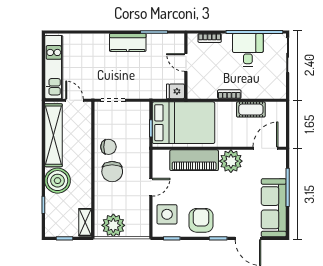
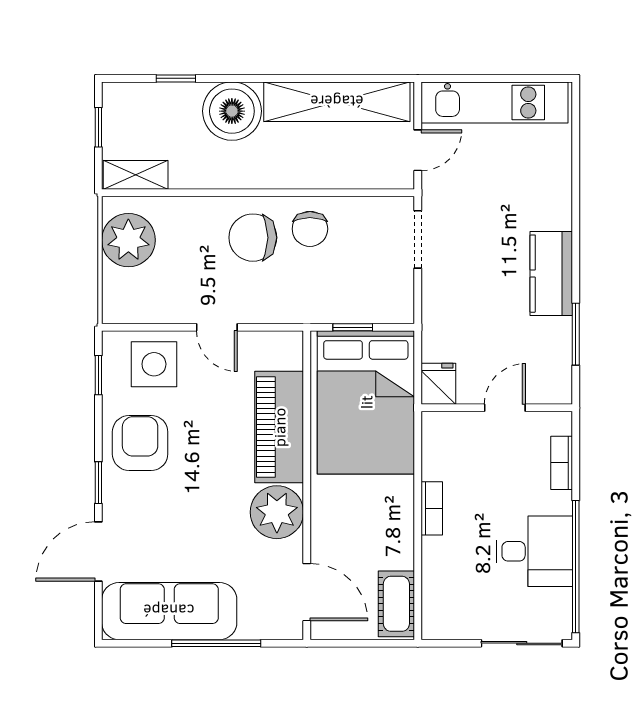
cot: (251, 109) -> (396, 604), moved
armchair: (201, 220) -> (140, 443), turned -90

